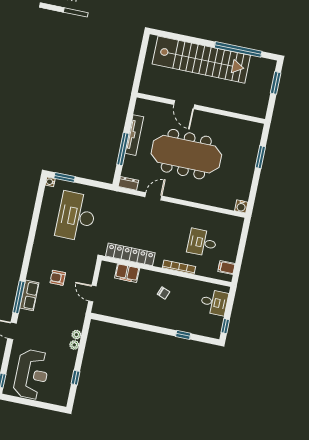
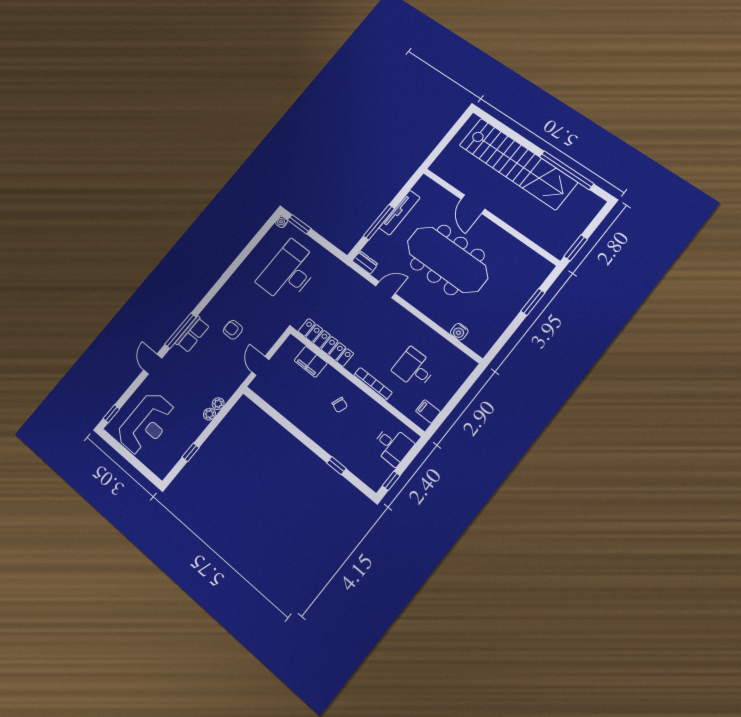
window: (276, 83) -> (576, 248), moved
water cooler: (241, 206) -> (459, 332), moved

